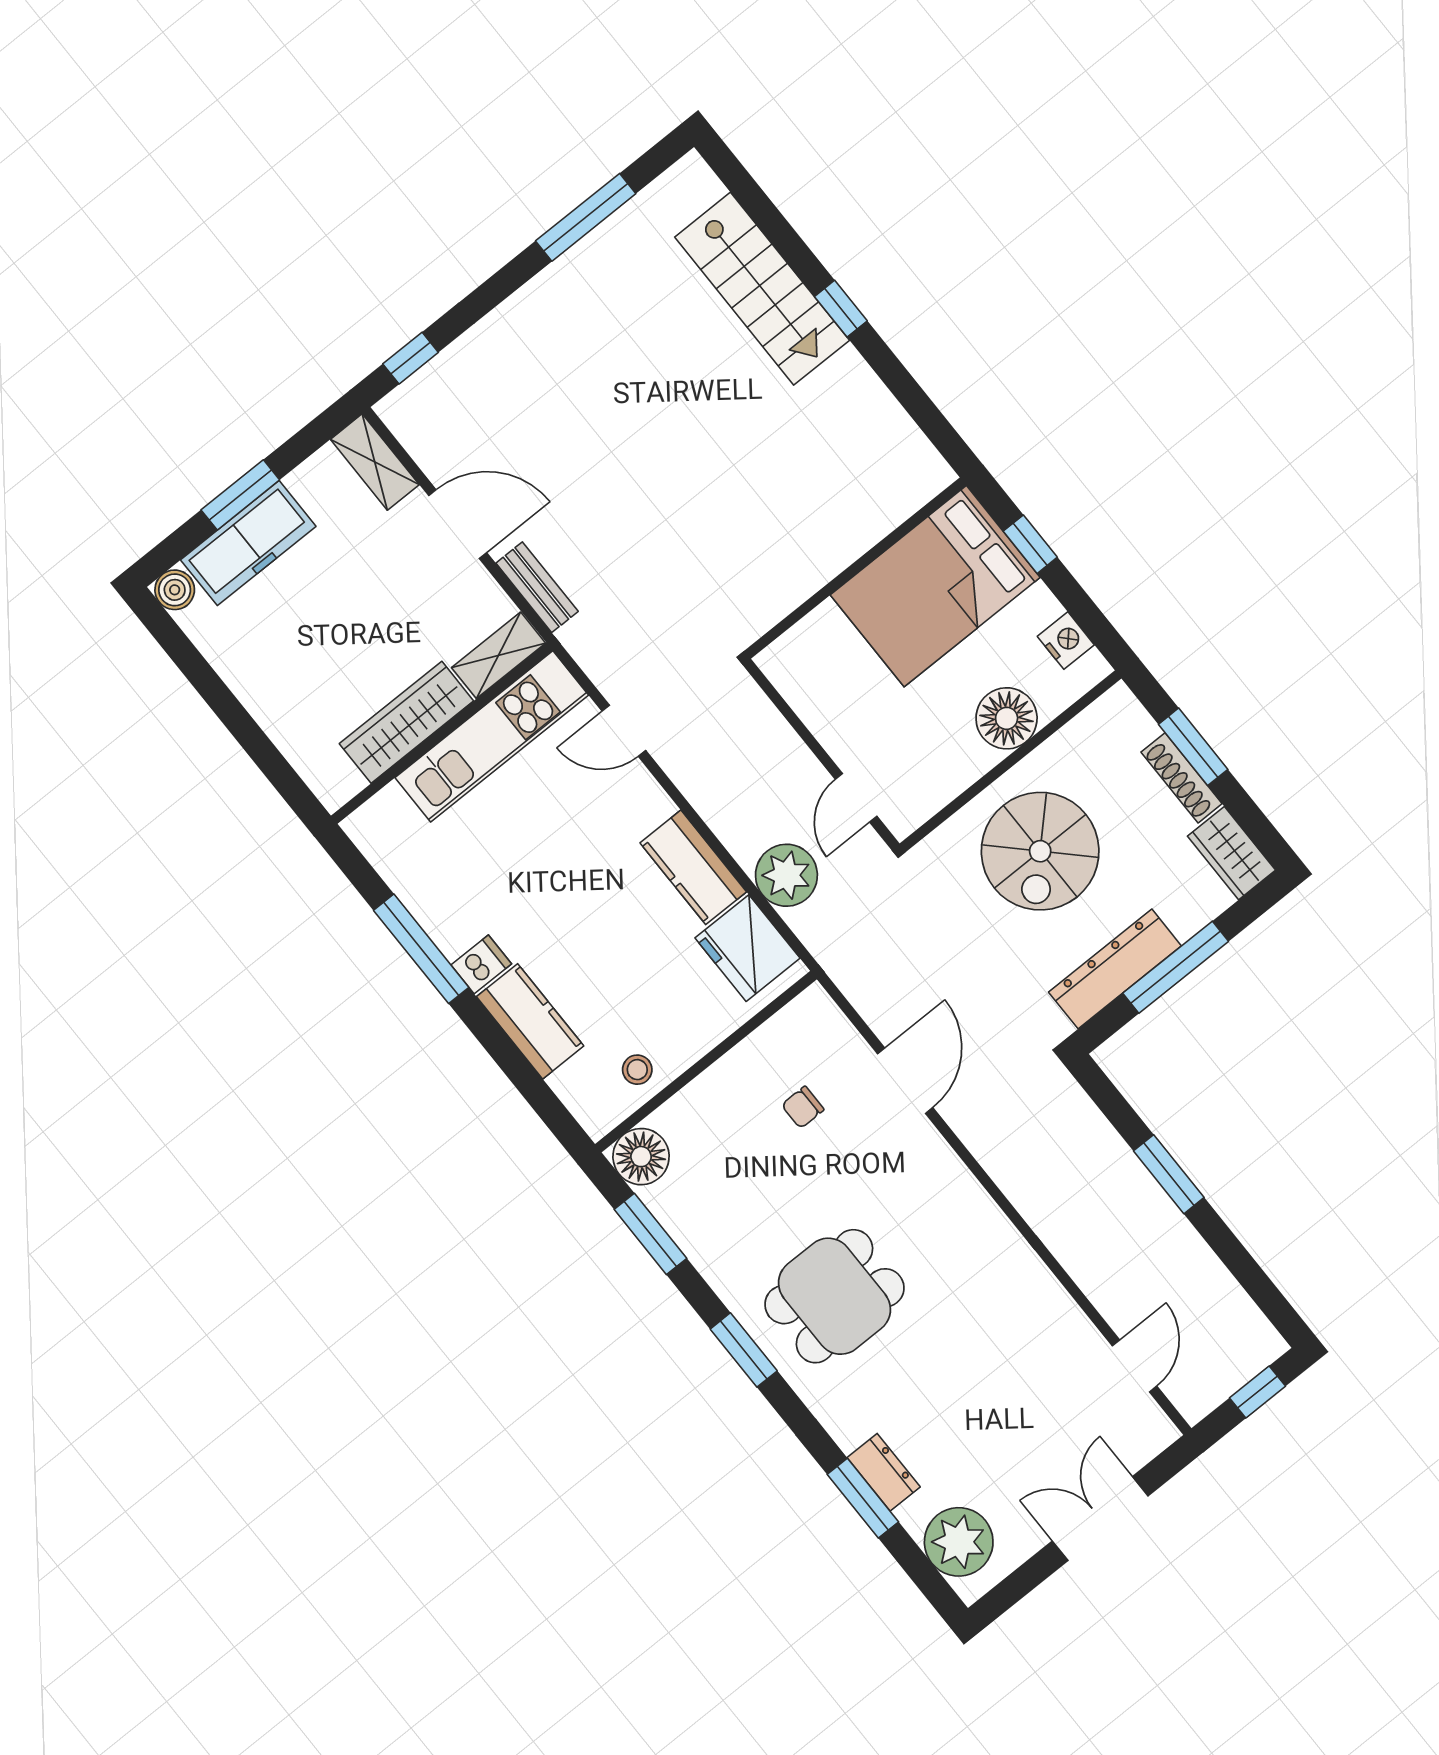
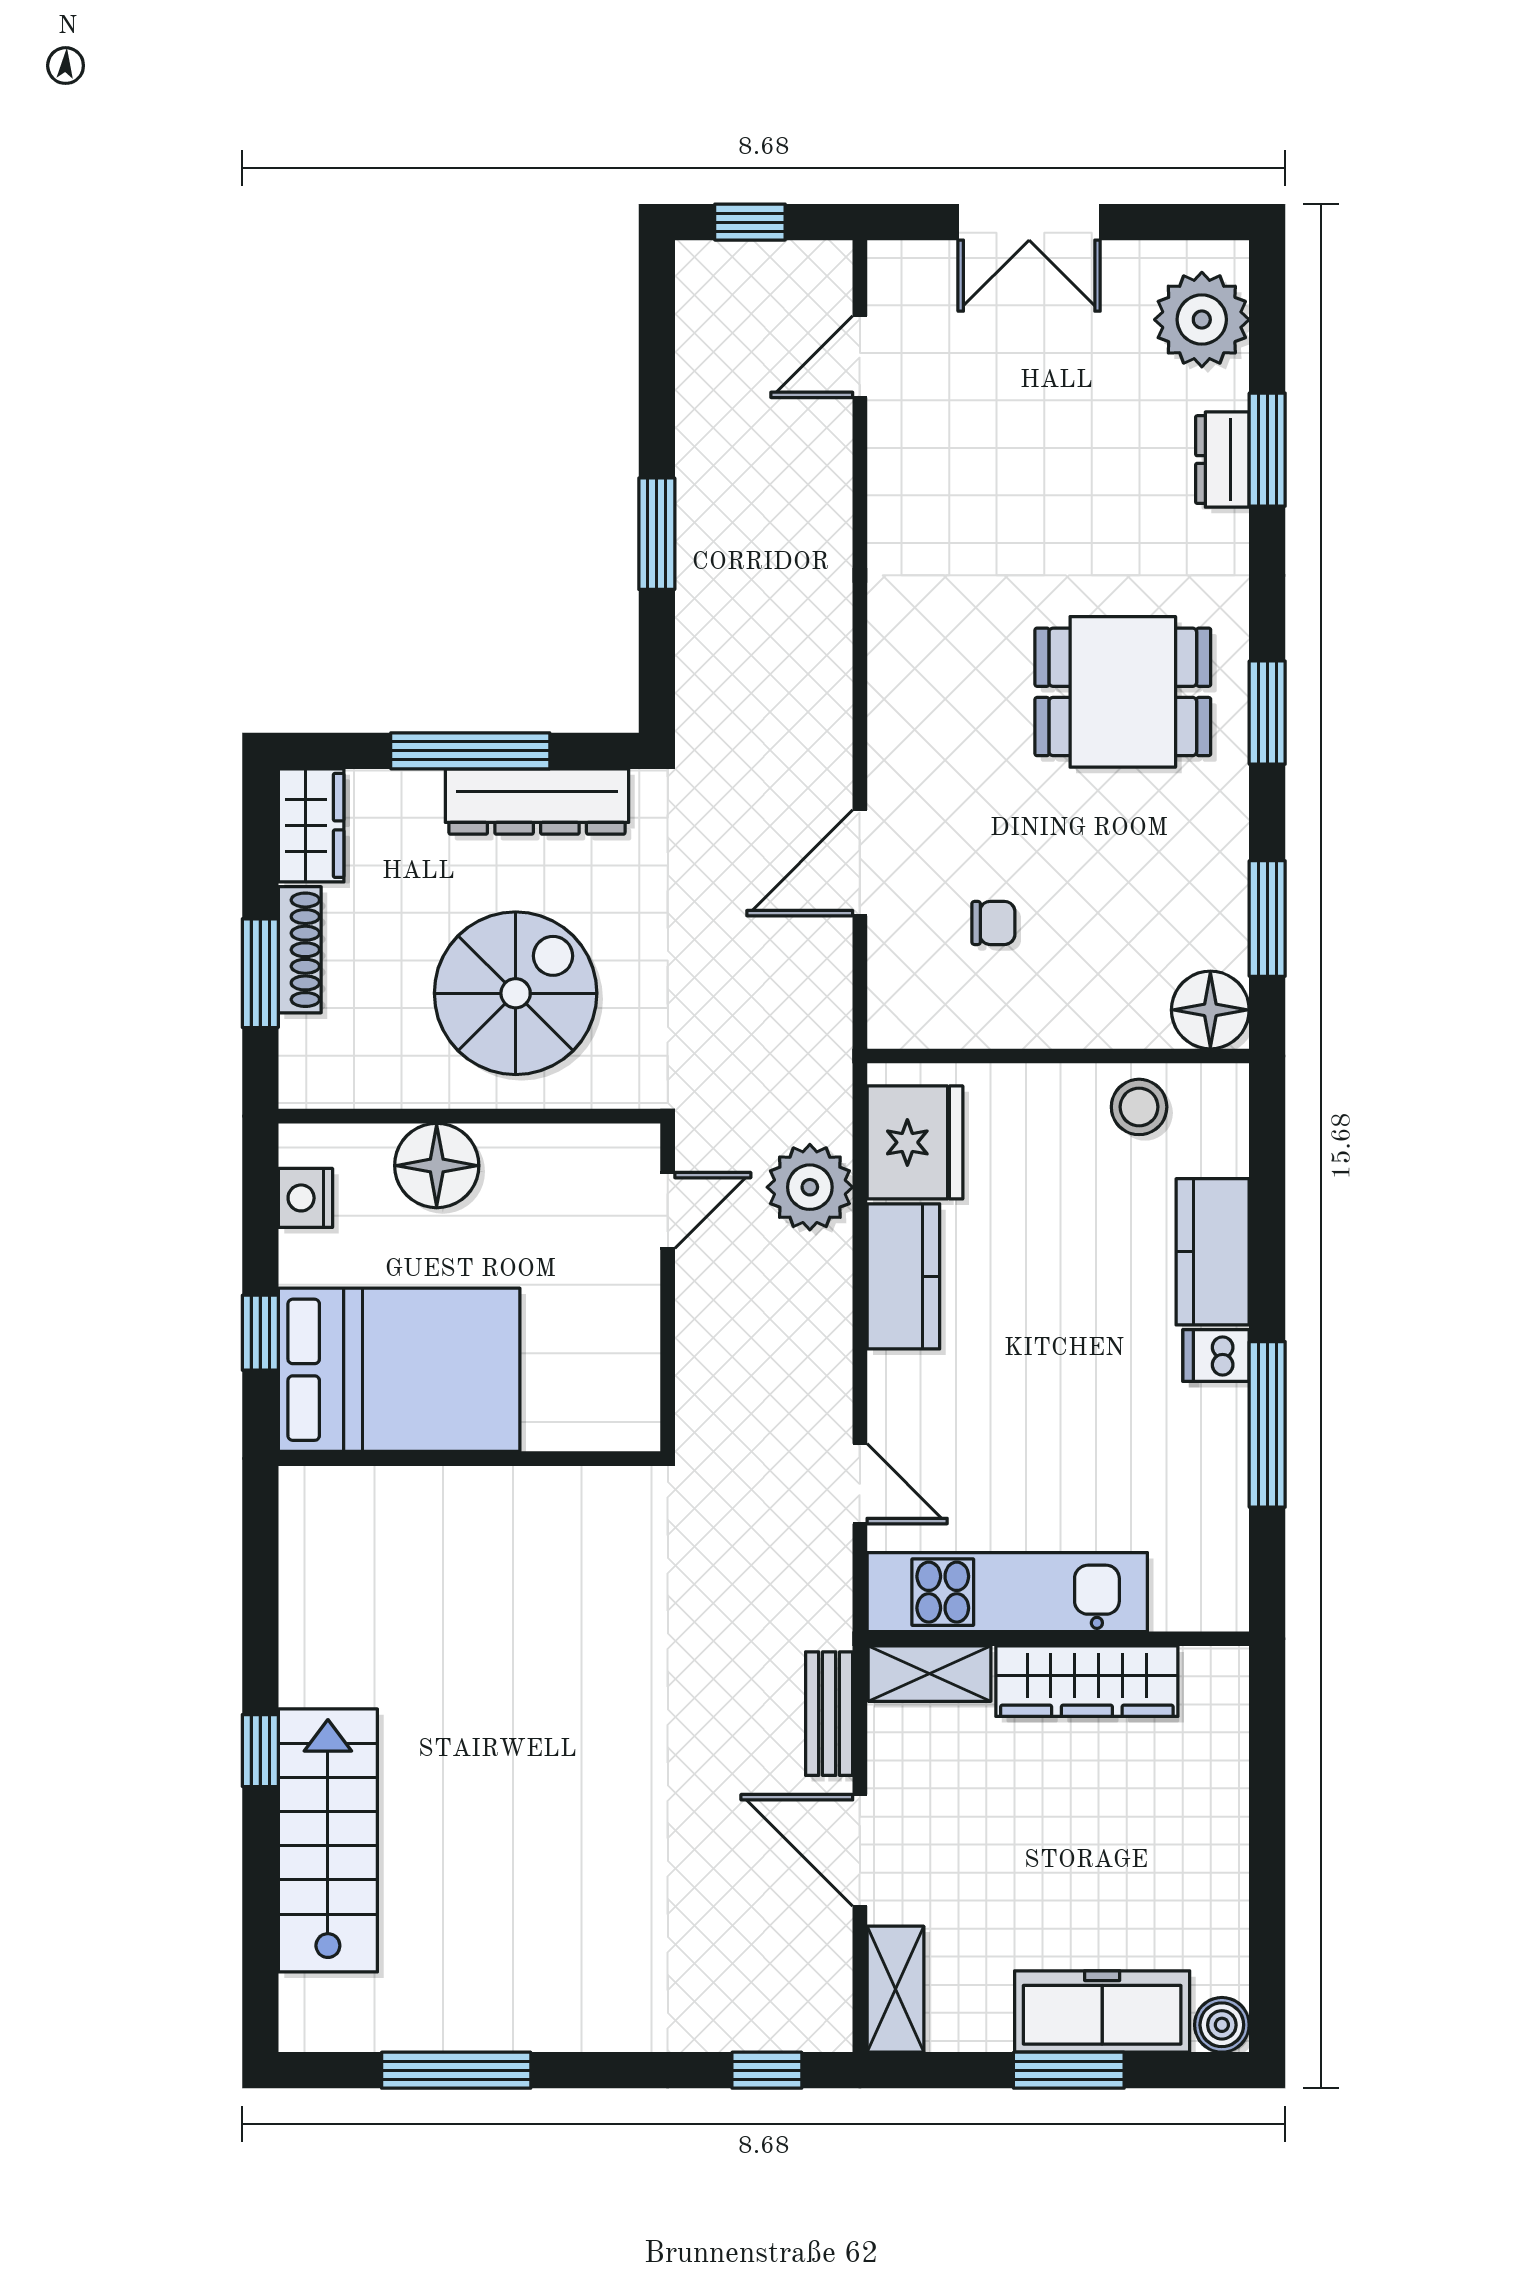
stool: (637, 1070) -> (1139, 1107), width x1.37, depth x1.37

